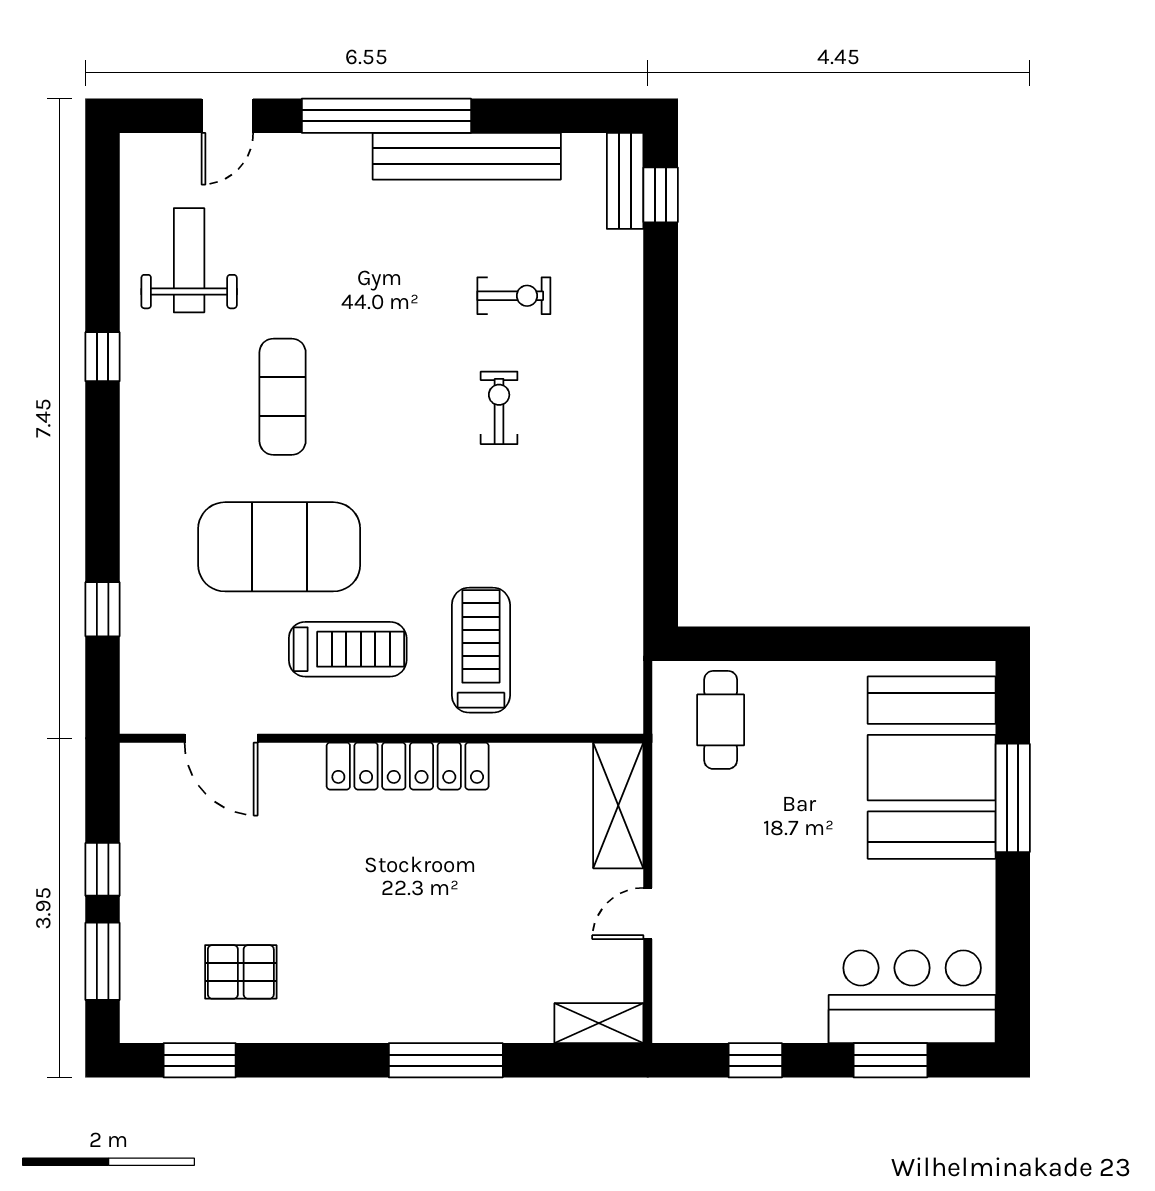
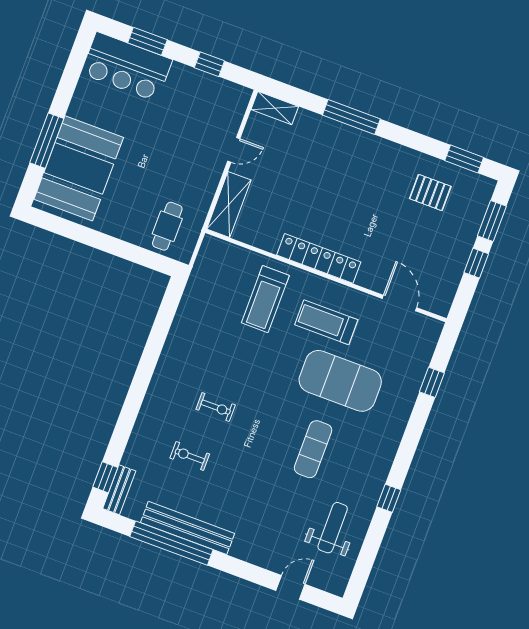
window: (386, 116) -> (171, 543), moved
weight bench: (189, 260) -> (333, 528), turned 180
exercise bike: (499, 408) -> (216, 407), turned -90

